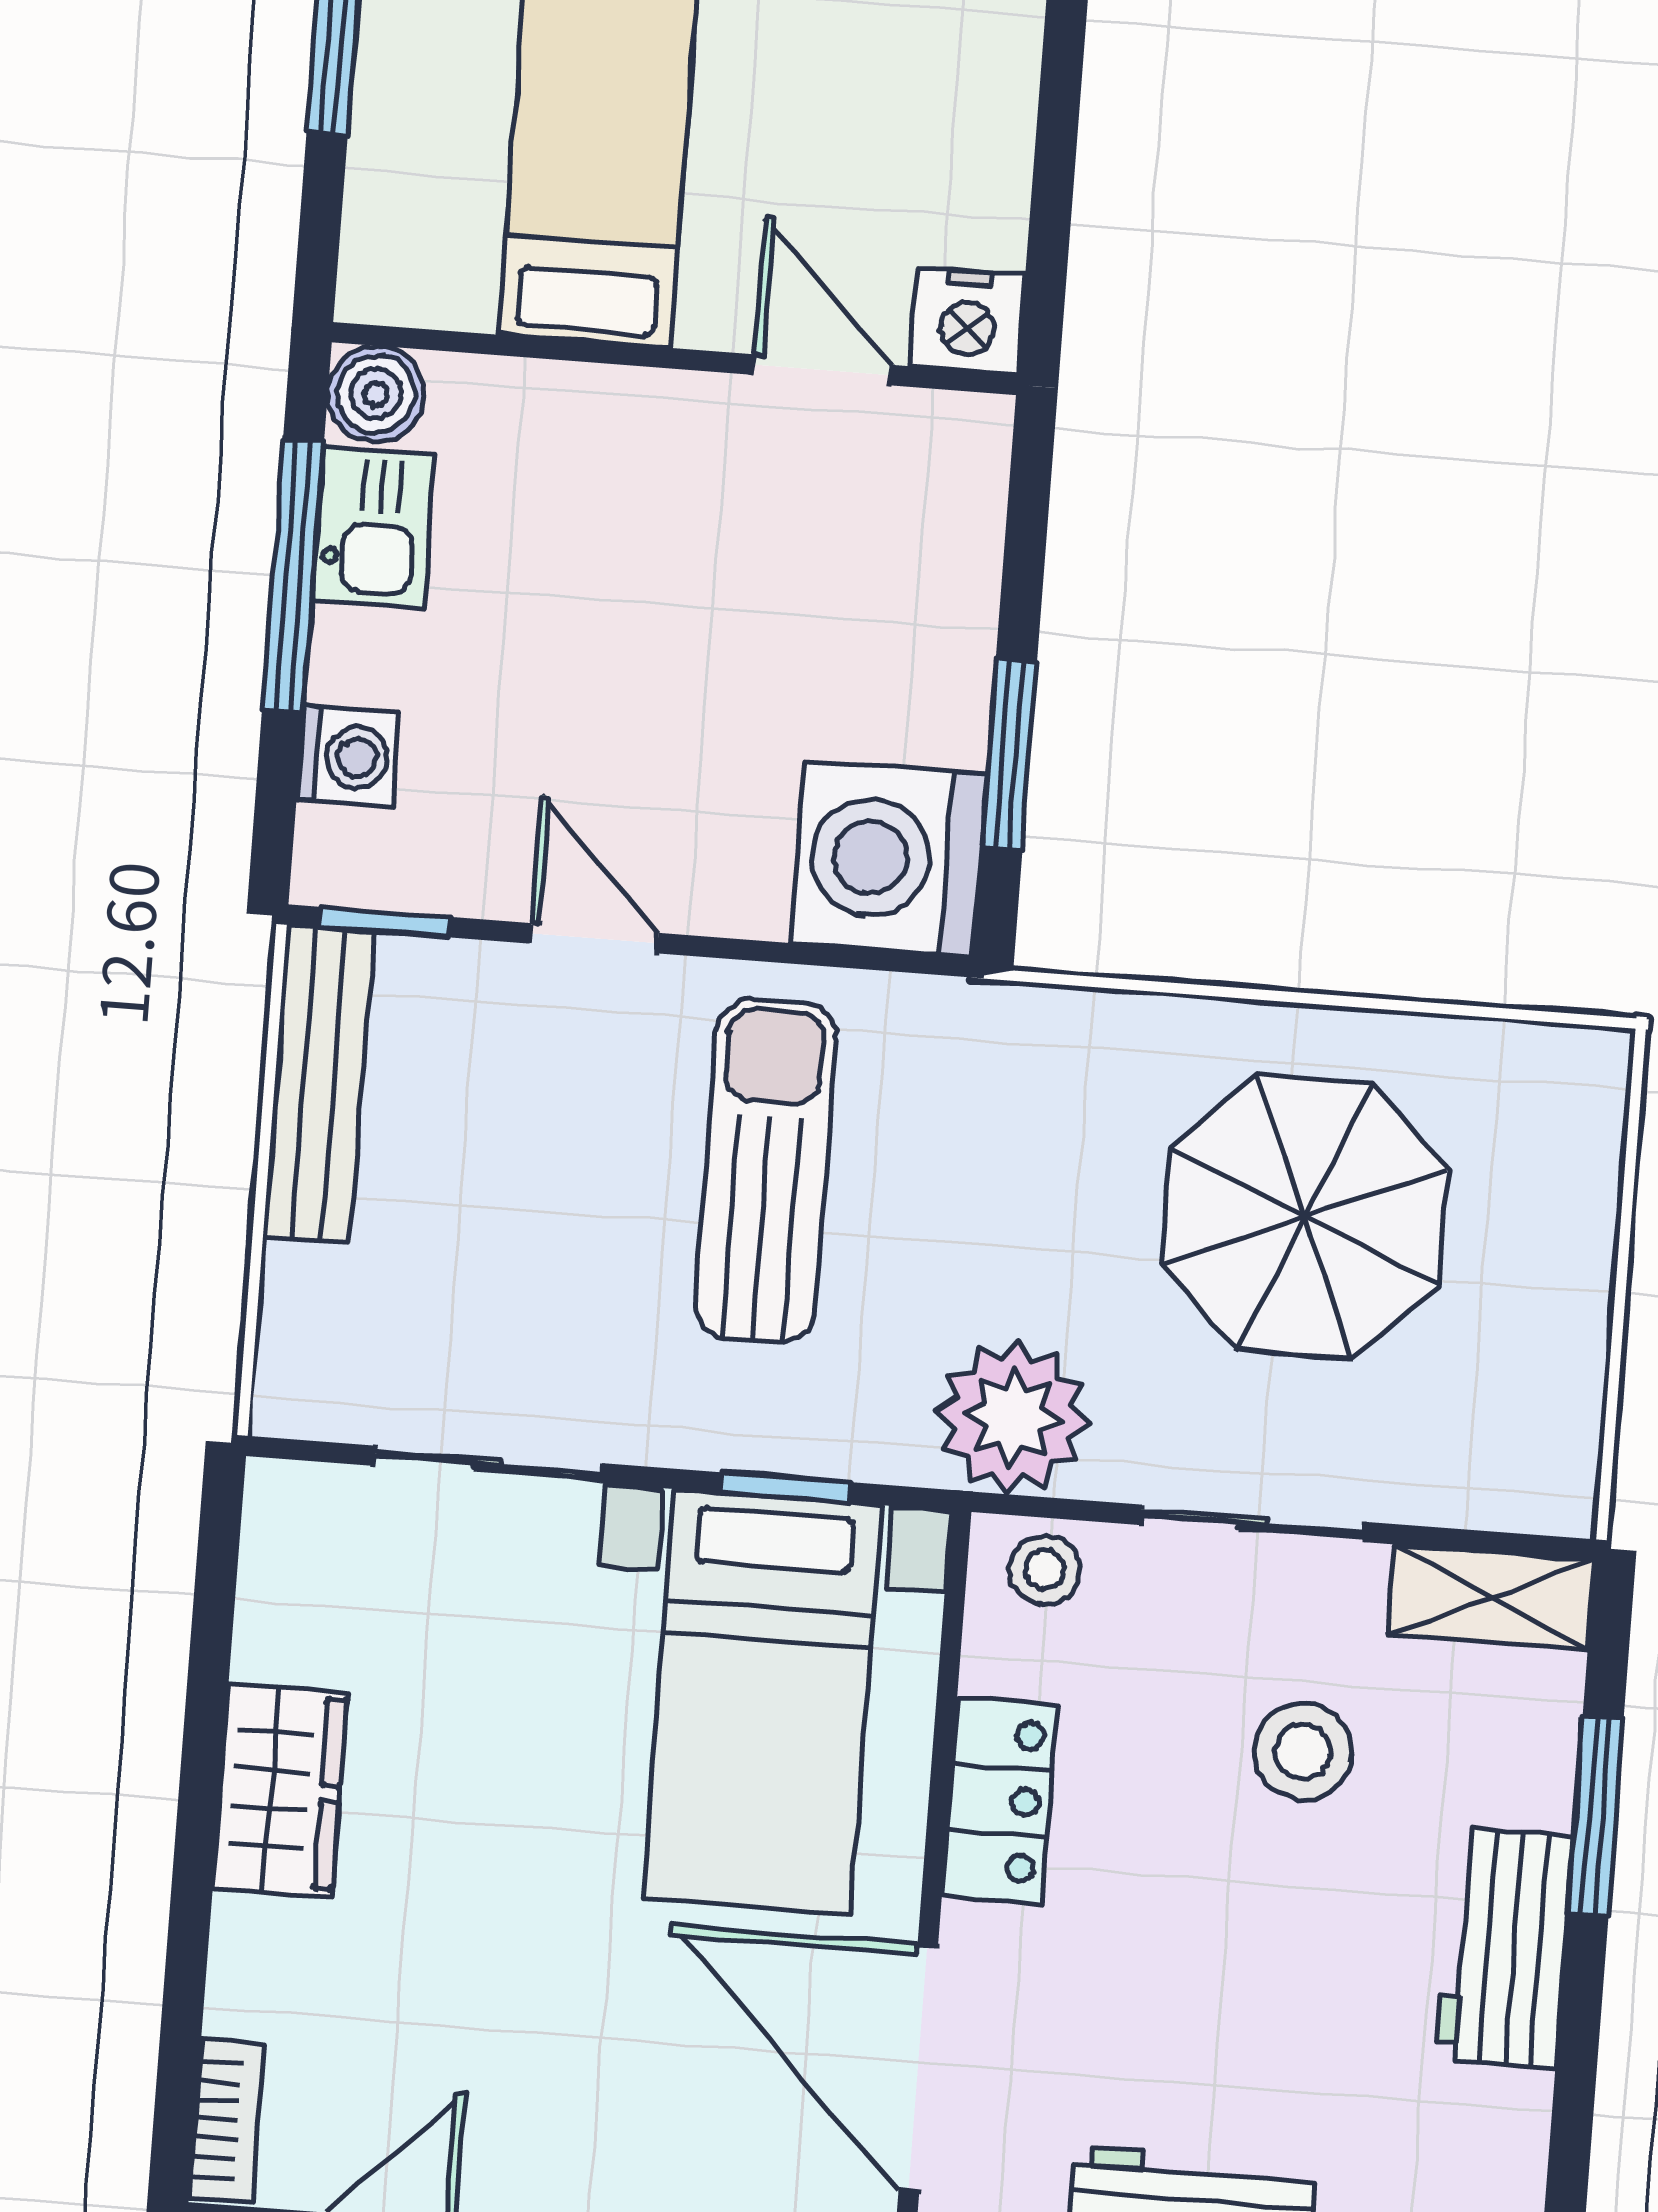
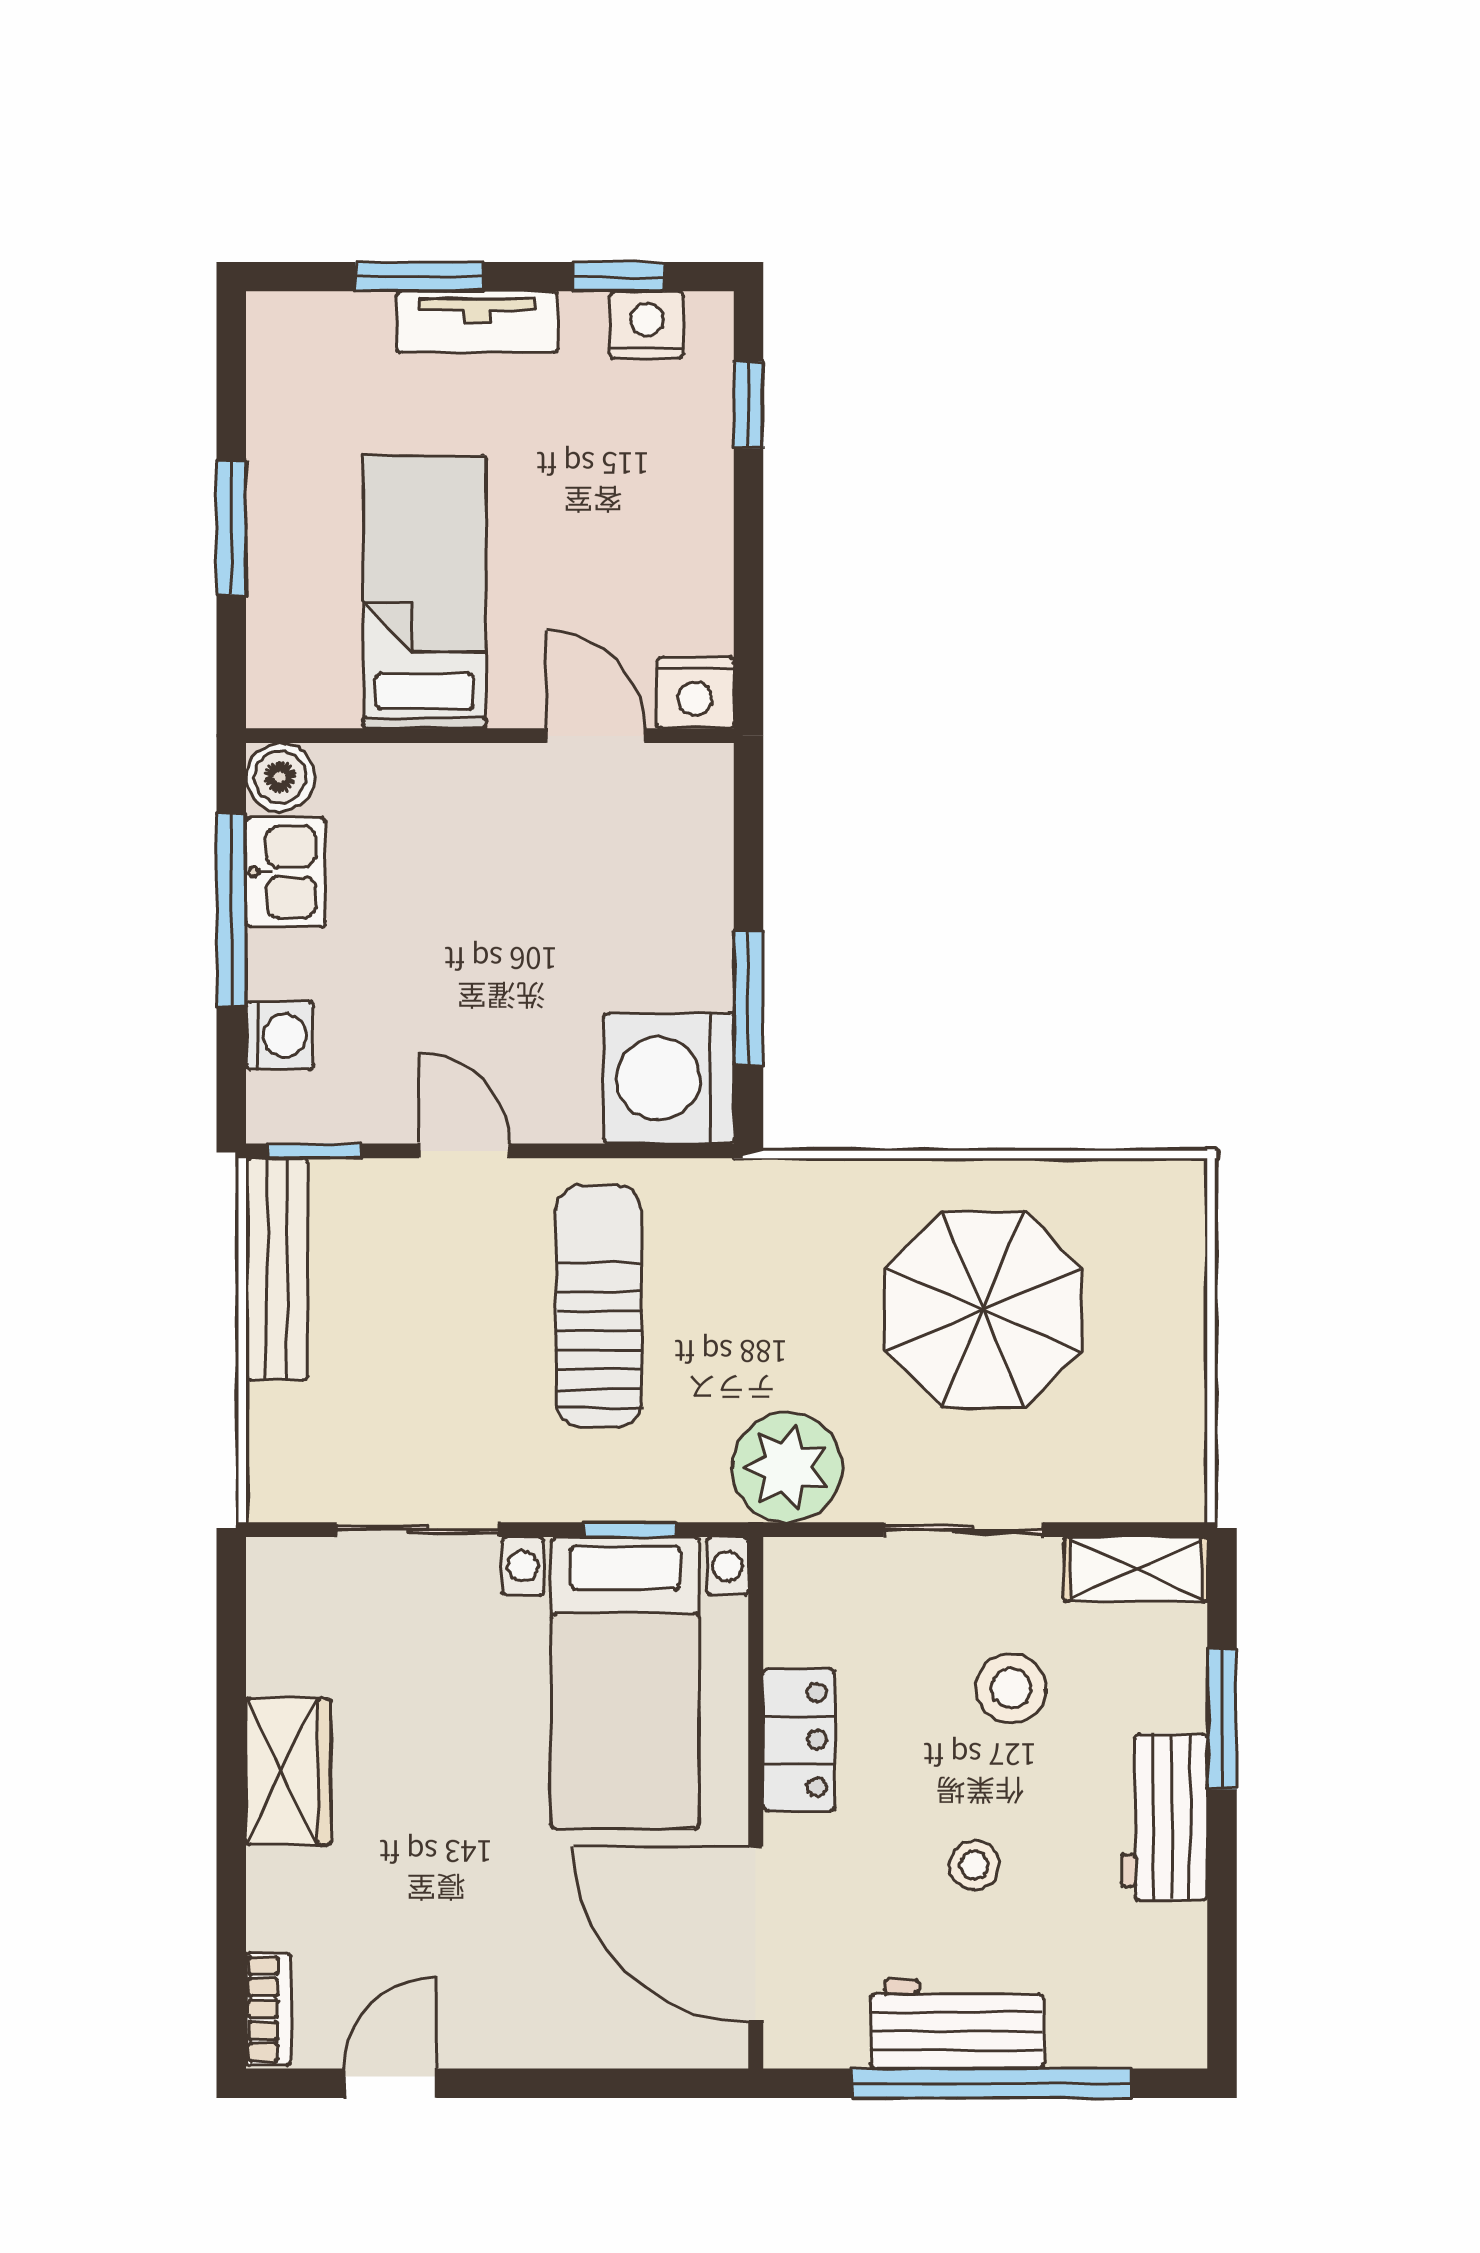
stool: (1045, 1570) -> (974, 1865), moved

